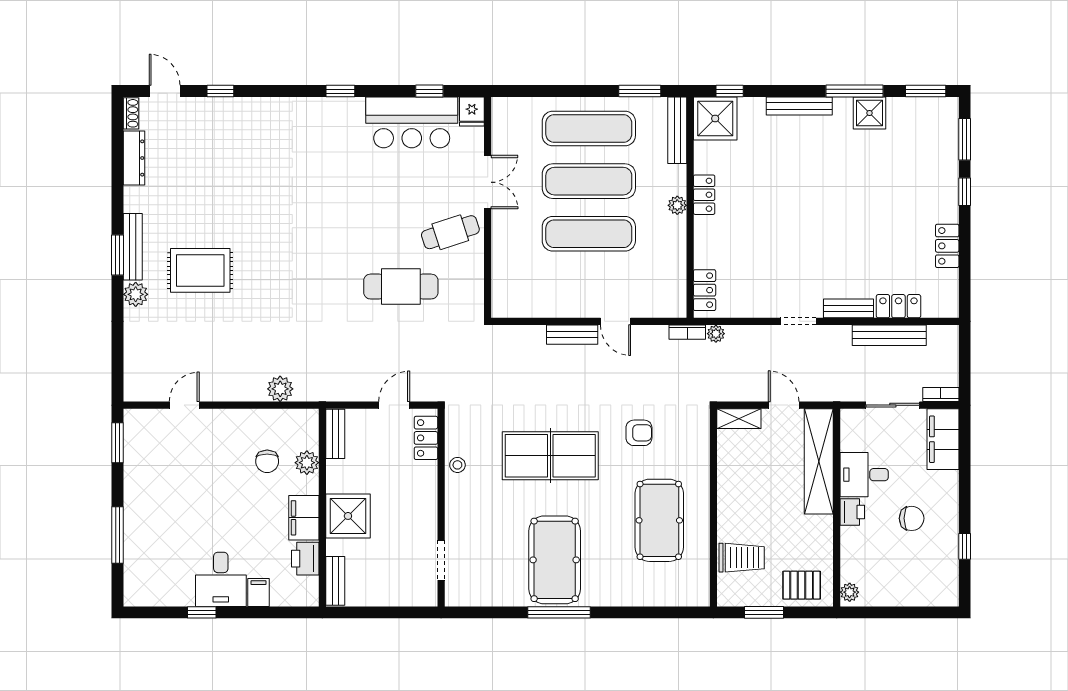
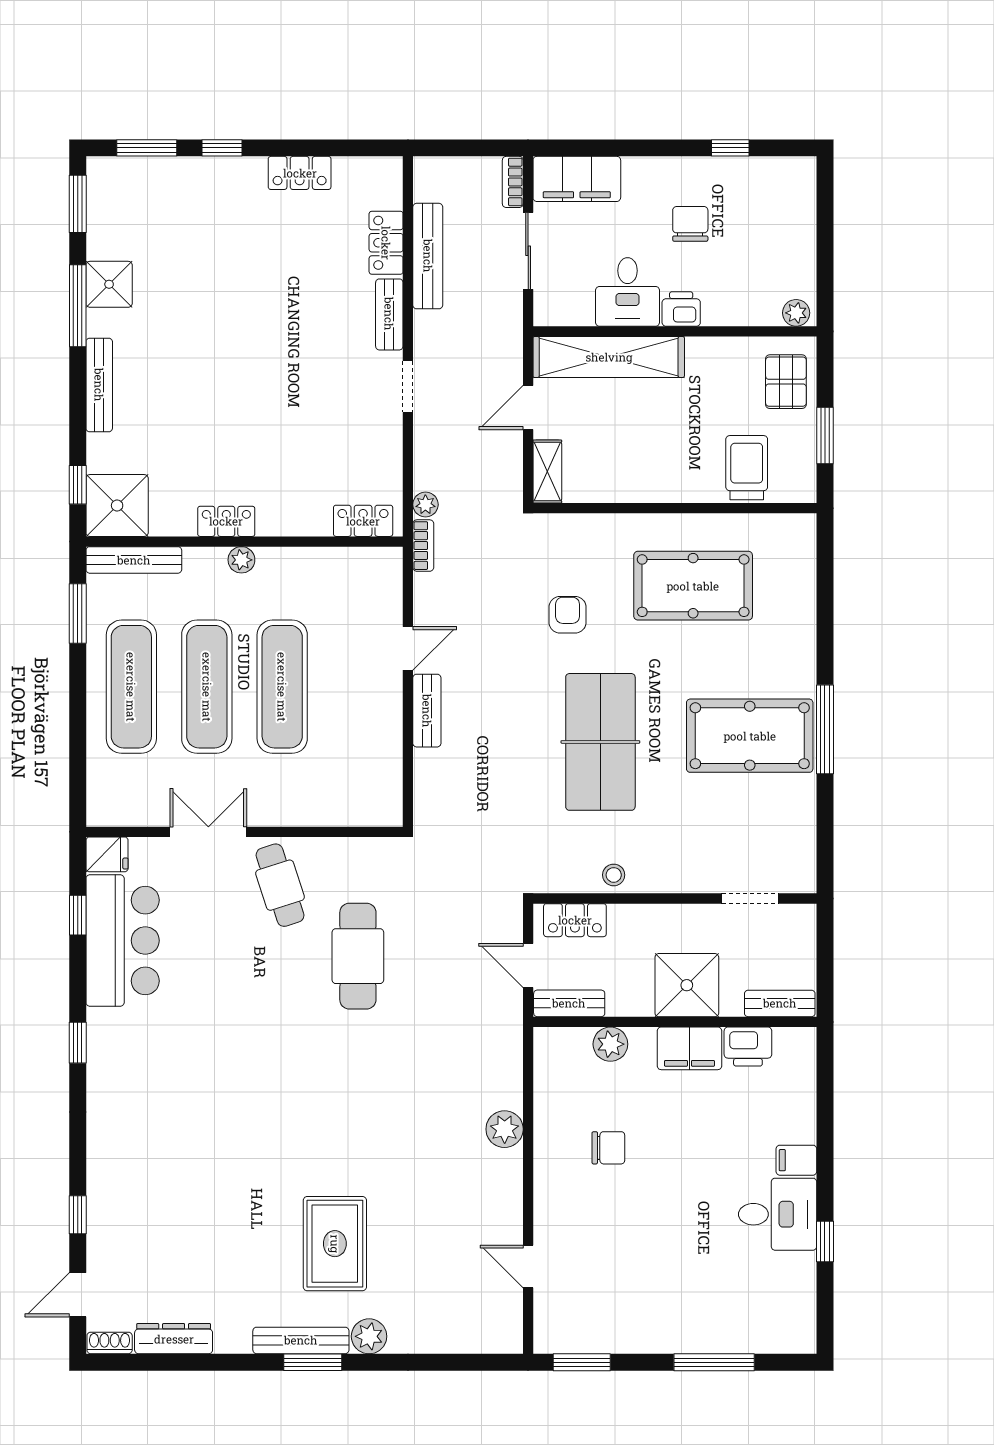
bench: (335, 434) -> (569, 1003), moved
plant: (307, 463) -> (610, 1044), moved
wall: (322, 508) -> (675, 1022), moved
shower: (348, 516) -> (687, 985), moved
filing cabinet: (304, 518) -> (689, 1048), moved
printer: (305, 559) -> (748, 1047), moved
bench: (335, 581) -> (780, 1003), moved

